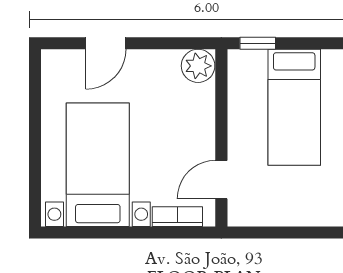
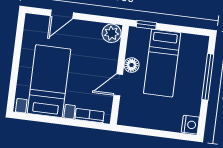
floor lamp: (241, 118) -> (132, 65), added
door: (221, 180) -> (118, 85), moved

